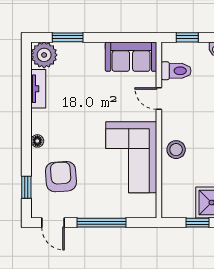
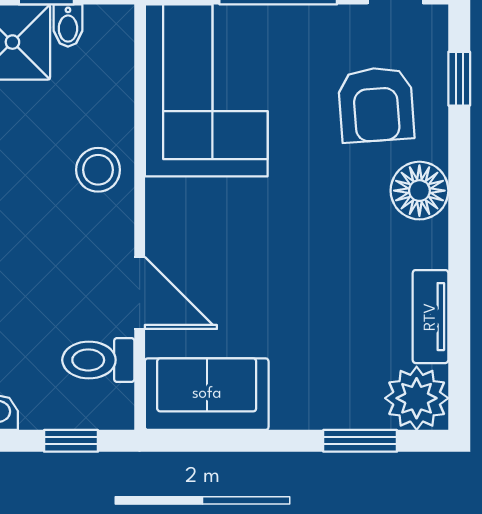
door: (159, 99) -> (140, 293), width x1.38
floor lamp: (37, 141) -> (419, 191), width x1.89, depth x1.89
corner sofa: (131, 157) -> (206, 90), moved
bidet: (189, 209) -> (68, 26), added

